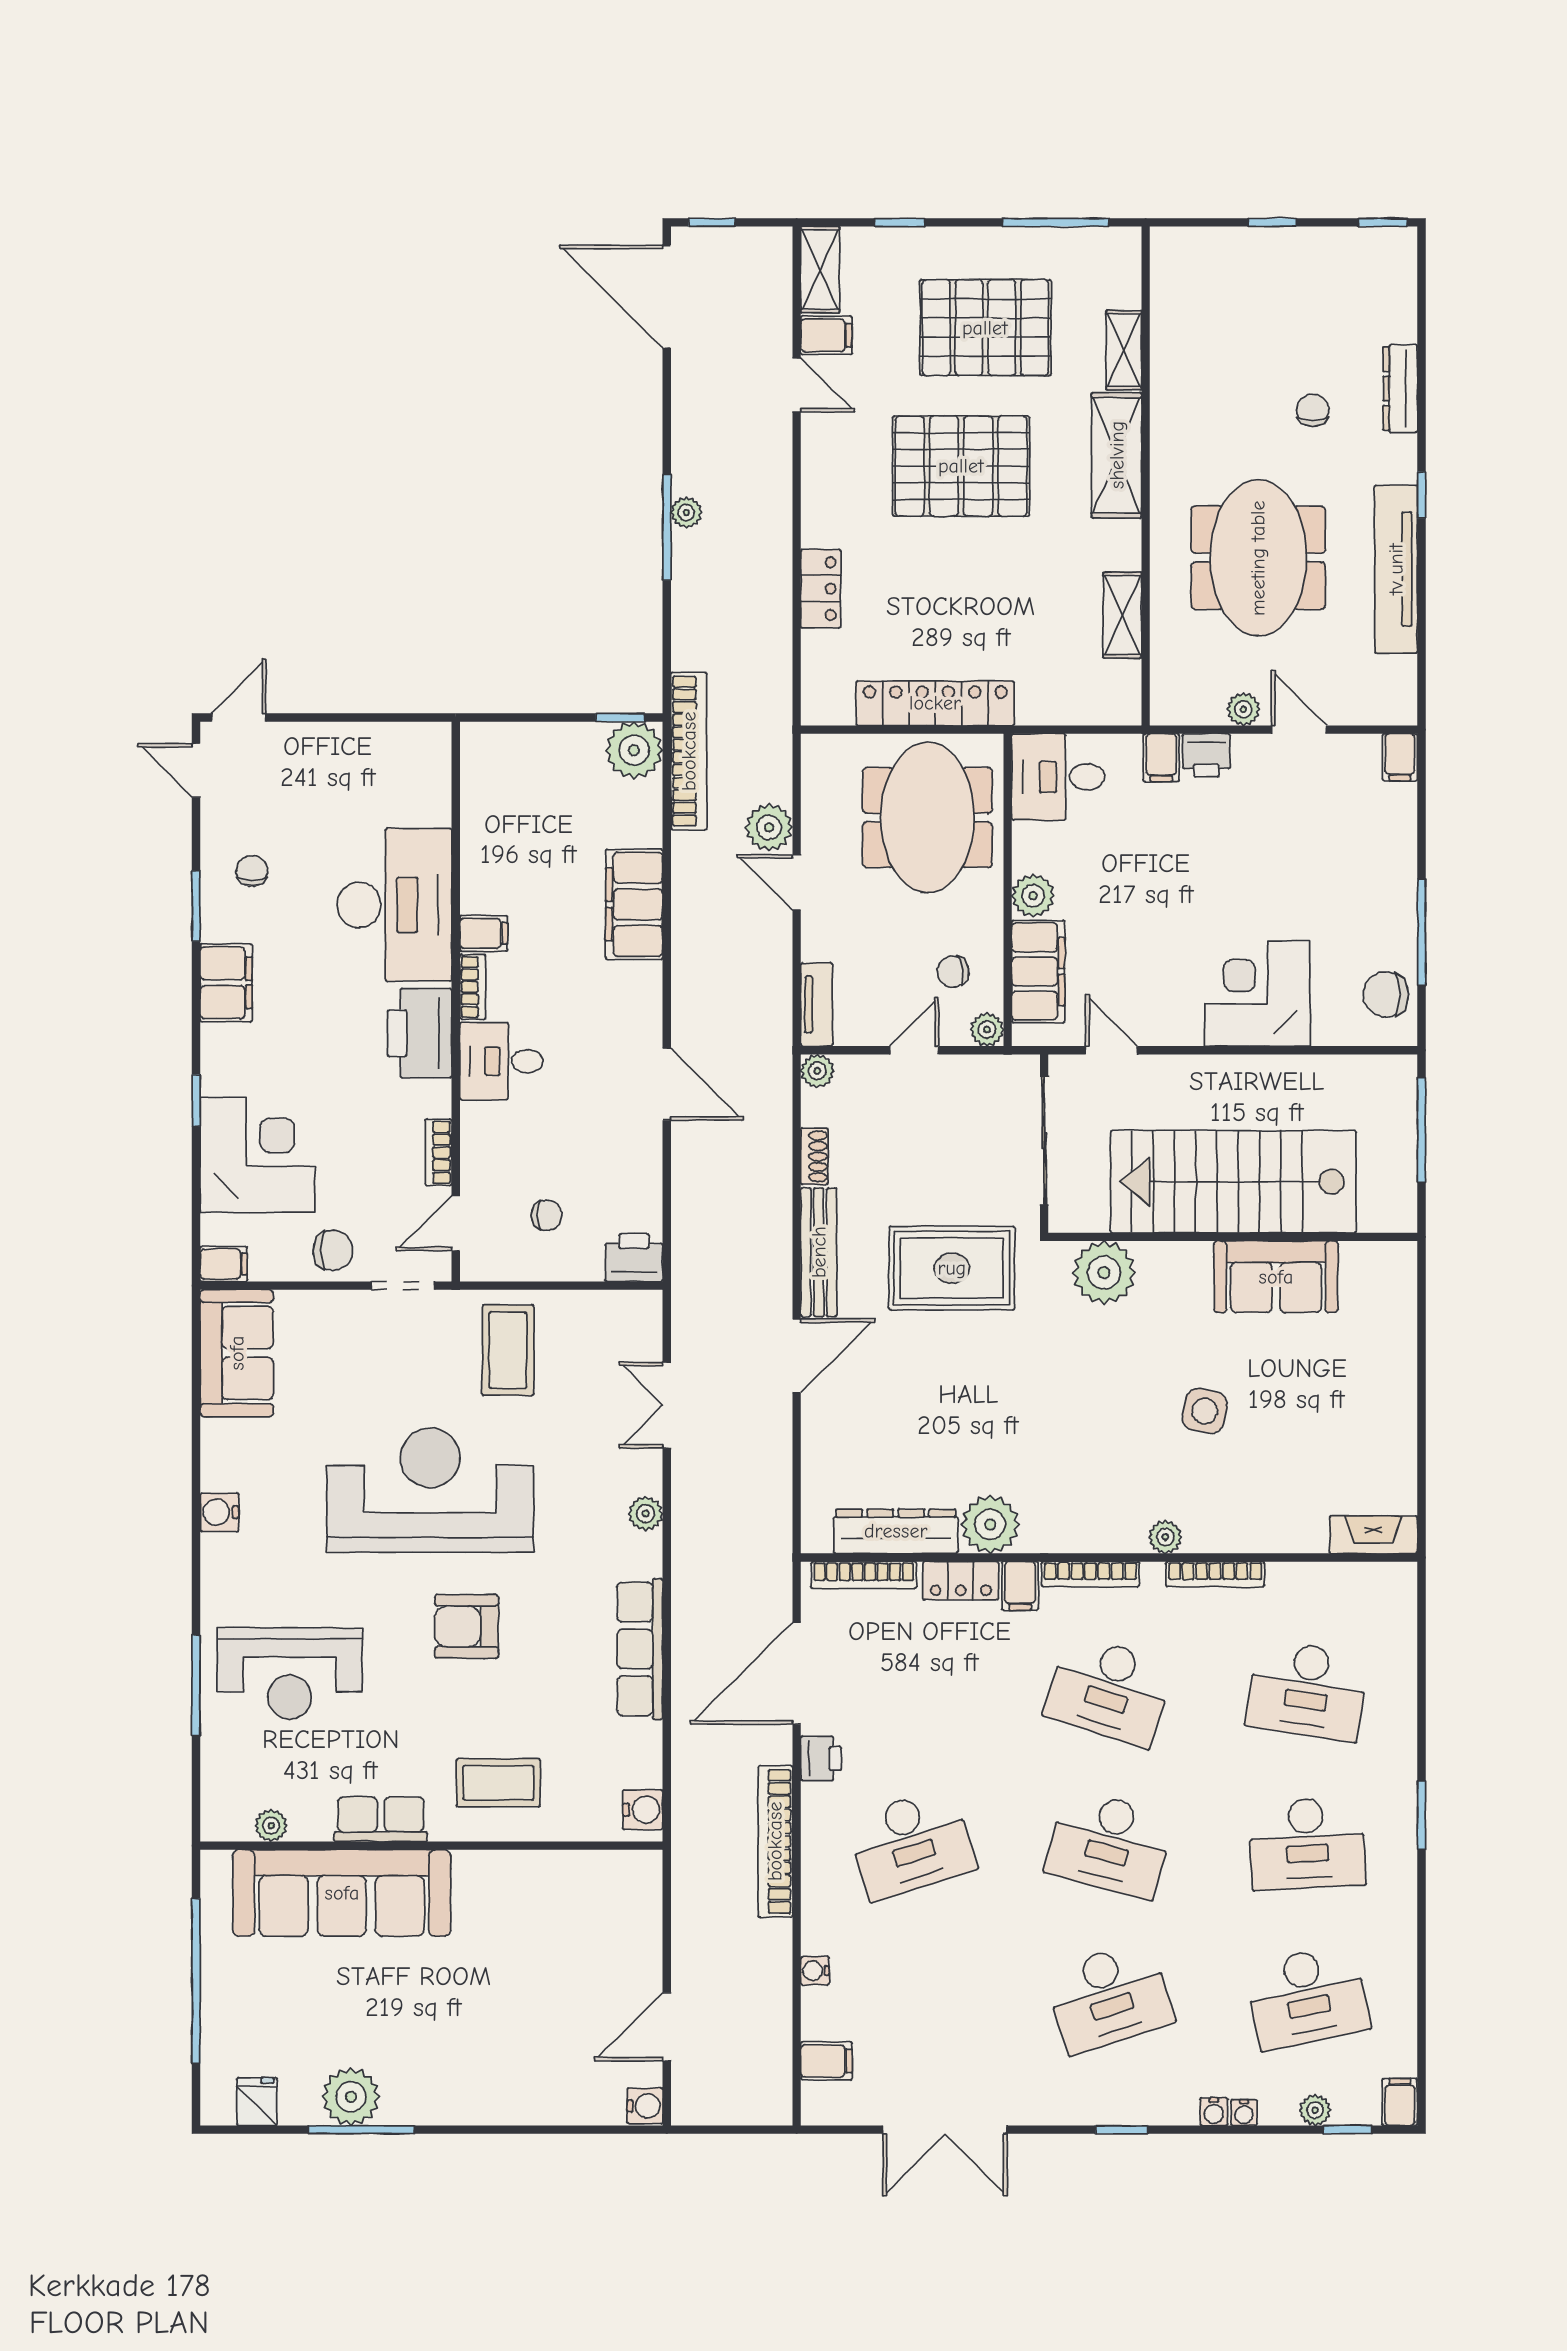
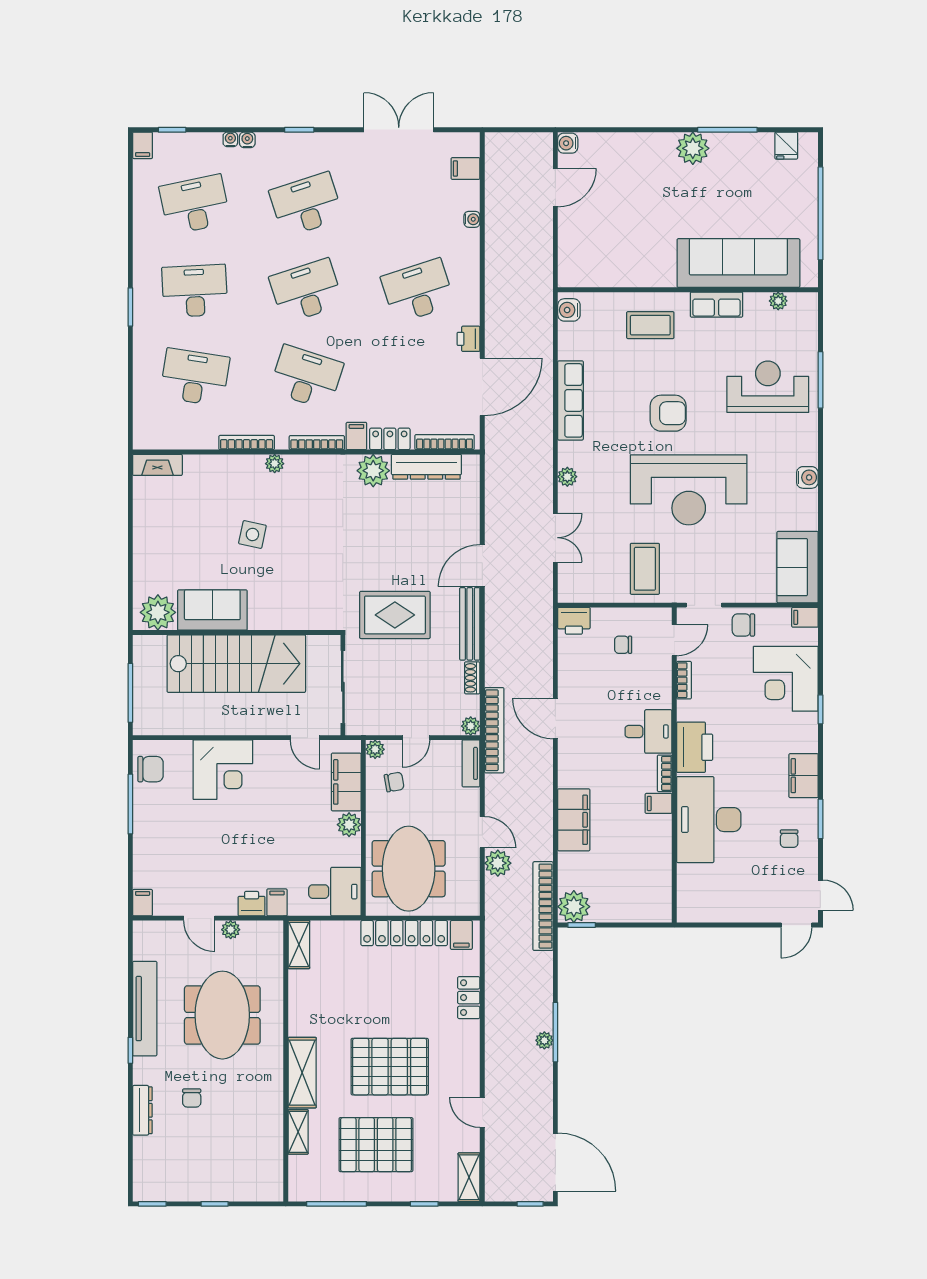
filing cabinet: (826, 335) -> (461, 935), moved, turned -90
shelving: (1122, 615) -> (299, 945), moved
plant: (1104, 1273) -> (158, 612), moved
bookcase: (775, 1841) -> (494, 730), moved
desk: (1109, 1844) -> (306, 291), turned -33
plant: (351, 2097) -> (693, 148), moved
plant: (1315, 2110) -> (190, 141), removed

